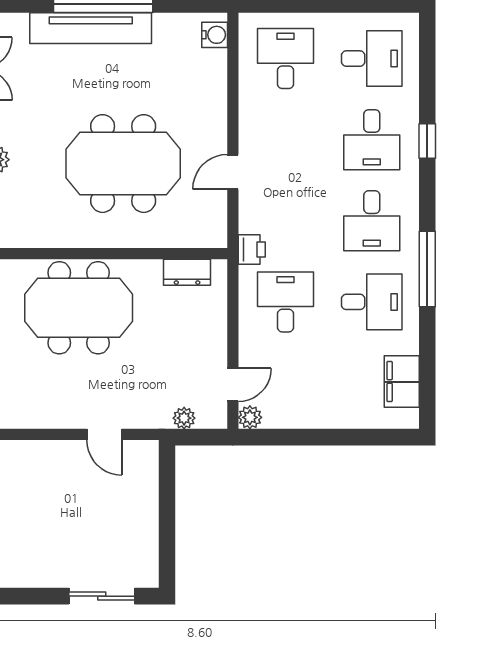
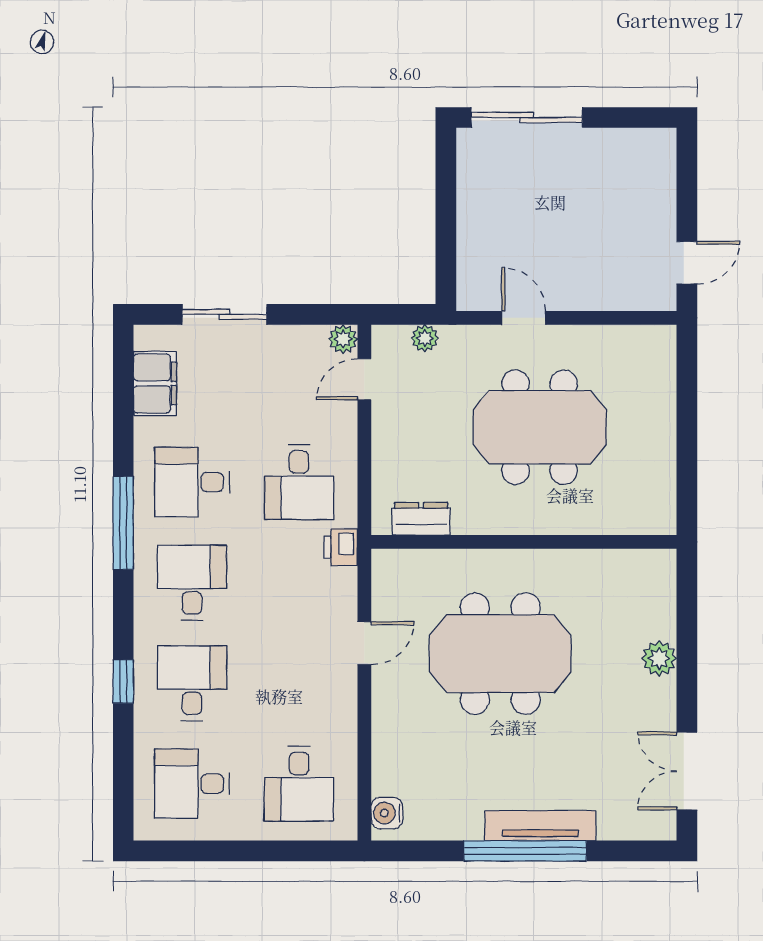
tv unit: (91, 28) -> (540, 826), width x0.73, depth x0.78
meeting table: (79, 308) -> (540, 427), moved
sliding door: (346, 437) -> (225, 314), added
sliding door: (102, 596) -> (527, 117), width x1.37

